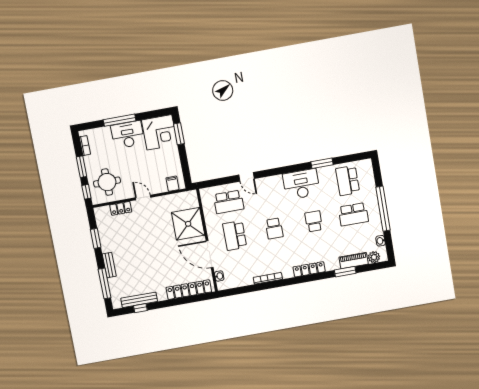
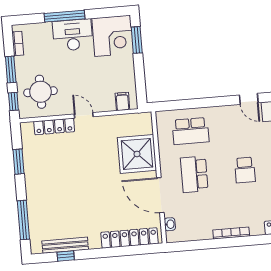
door: (246, 177) -> (249, 99), moved
locker: (121, 208) -> (54, 127), width x1.53
bench: (109, 265) -> (32, 197), removed

